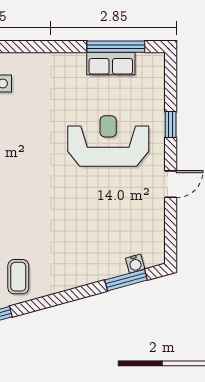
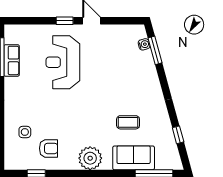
window: (171, 125) -> (65, 21), moved
coffee table: (18, 277) -> (128, 122), moved

